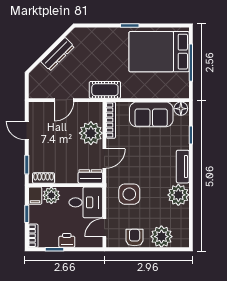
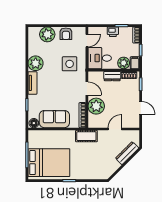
dresser: (58, 54) -> (127, 153), moved
door: (104, 158) -> (87, 89), swing flipped
dresser: (90, 176) -> (112, 76), moved

